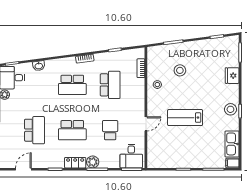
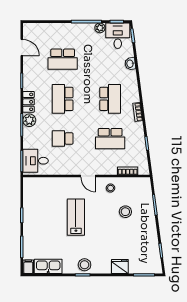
school desk: (72, 85) -> (110, 99), turned 180
door: (146, 124) -> (88, 176), moved
school desk: (110, 130) -> (63, 139), turned 180

